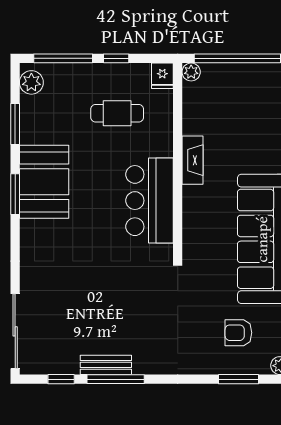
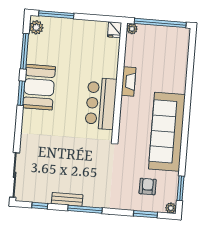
window: (116, 58) -> (88, 17), removed
cafe table: (117, 113) -> (86, 50), removed
window: (15, 124) -> (25, 51), width x1.44
armchair: (238, 333) -> (148, 186), turned 90
window: (116, 379) -> (85, 209), moved

